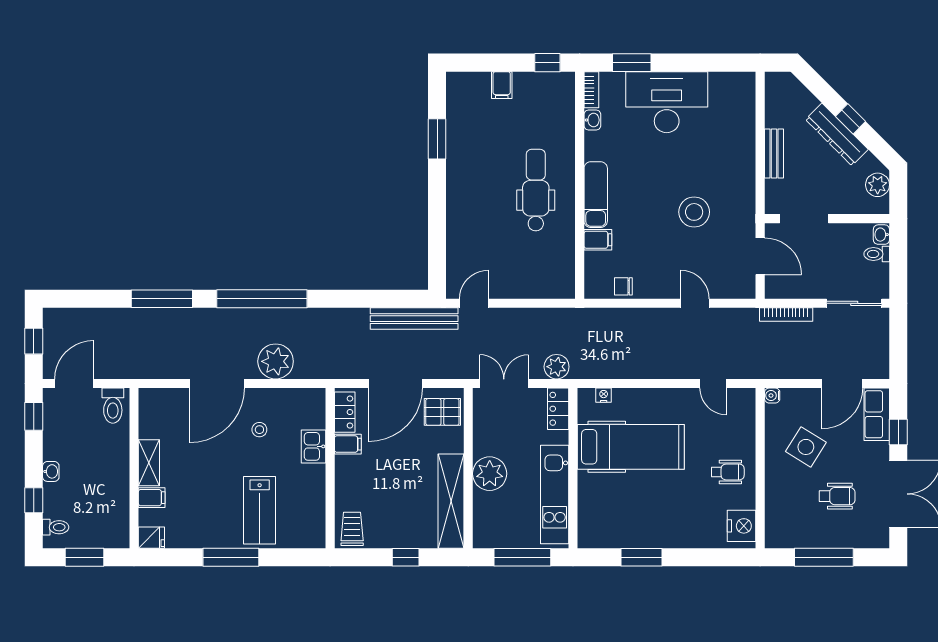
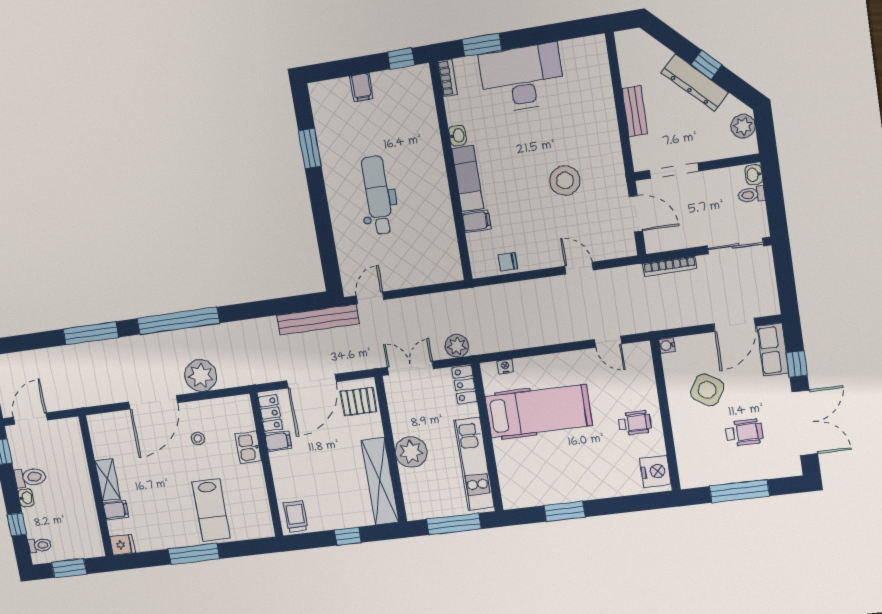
washbasin: (592, 120) -> (457, 136), moved
dental chair: (536, 190) -> (378, 195), moved
toilet: (113, 406) -> (30, 477), moved, turned -90

